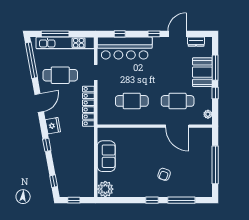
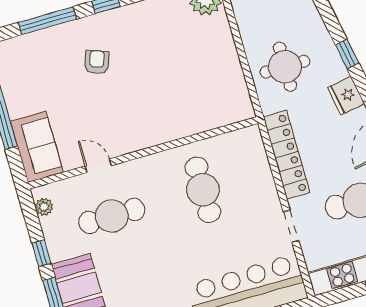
cafe table: (132, 101) -> (203, 190), turned 90
door: (177, 126) -> (98, 166), width x0.53
round table: (77, 147) -> (285, 67), added
sofa: (106, 156) -> (37, 147), moved, turned 180

